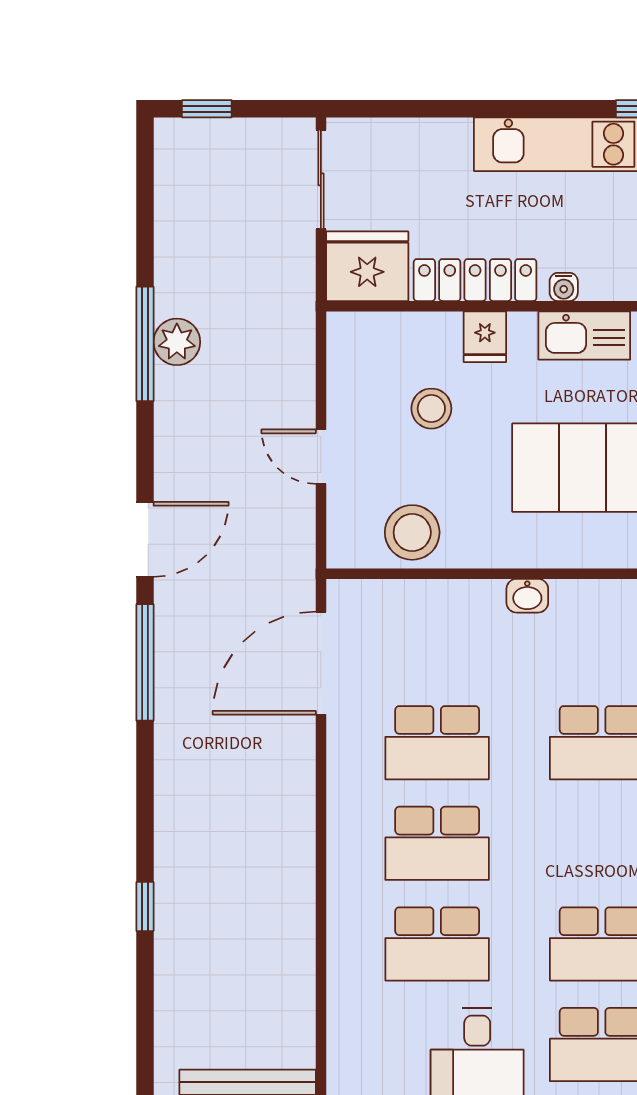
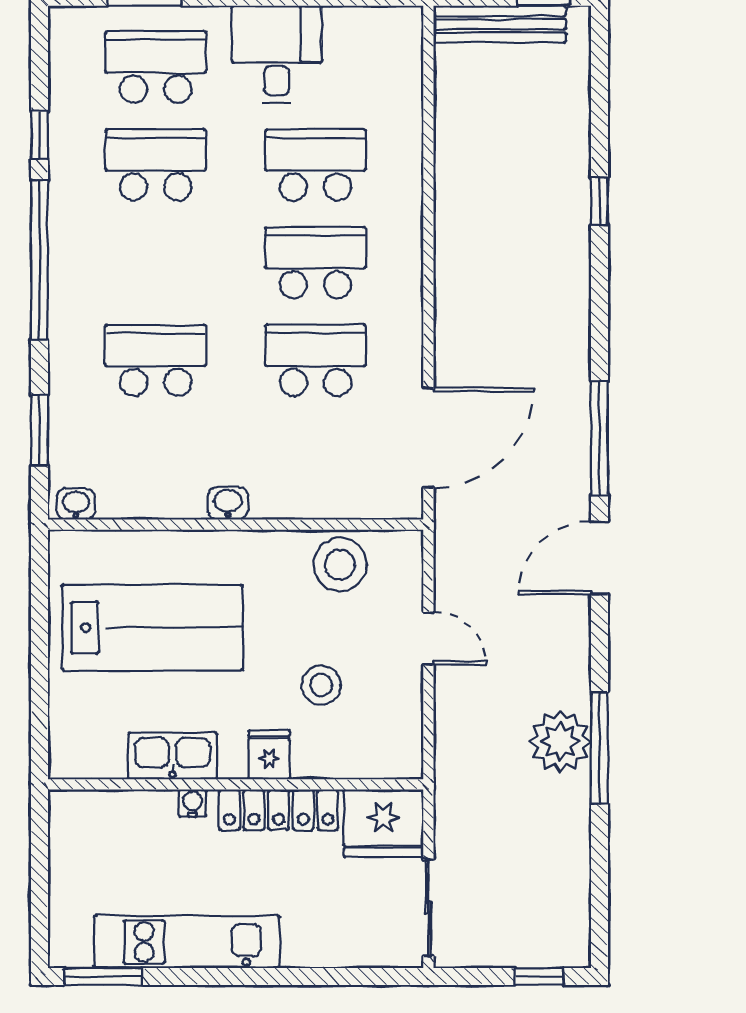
plant: (177, 342) -> (560, 742), width x1.36, depth x1.36

